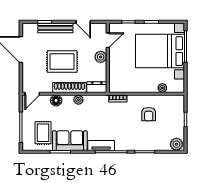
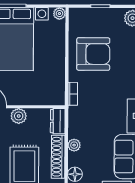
plant: (162, 88) -> (59, 14), moved
armchair: (149, 114) -> (93, 54), width x1.88, depth x1.88

